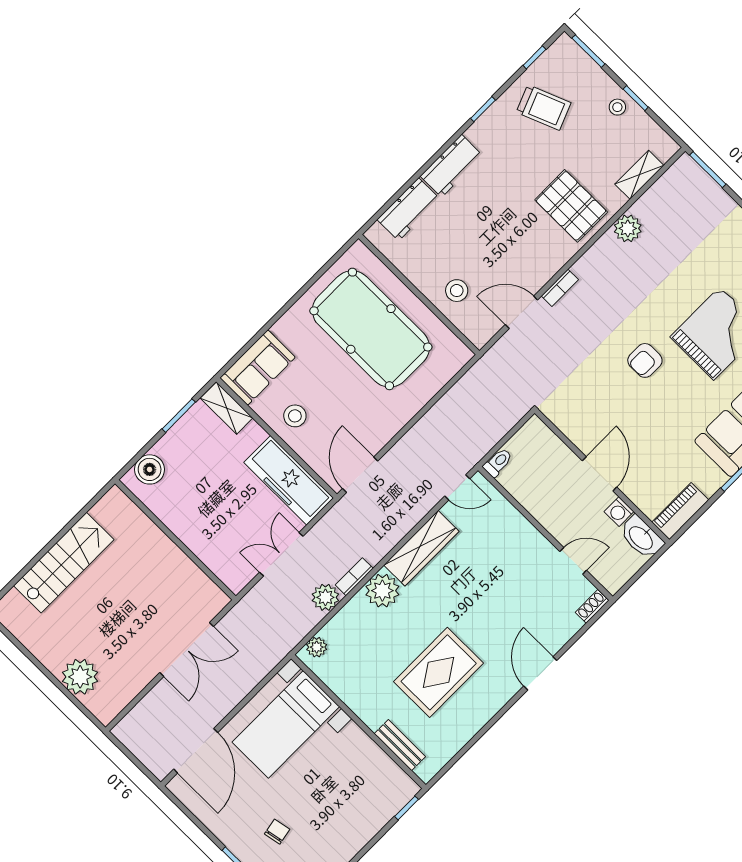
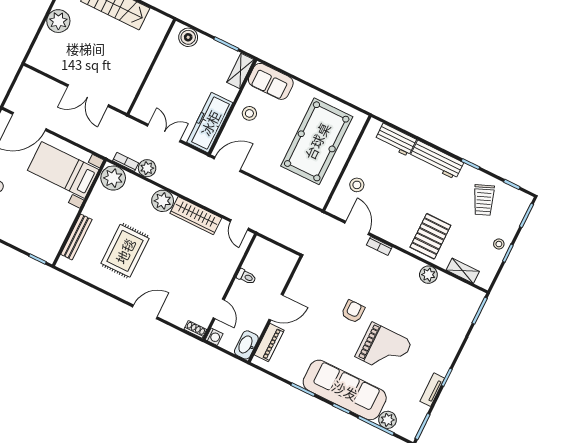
workbench: (452, 166) -> (437, 160), width x1.38
armchair: (645, 360) -> (353, 311), turned 90
toilet: (498, 462) -> (246, 277), moved
piano: (680, 511) -> (269, 343), moved, turned 90
washing machine: (619, 512) -> (214, 337), moved, turned 180
bookcase: (354, 577) -> (126, 162), moved
plant: (317, 647) -> (113, 178), width x1.87, depth x1.87
rug: (439, 672) -> (125, 251), turned 90
plant: (80, 677) -> (58, 21), moved
bench: (400, 745) -> (76, 237), width x1.36

